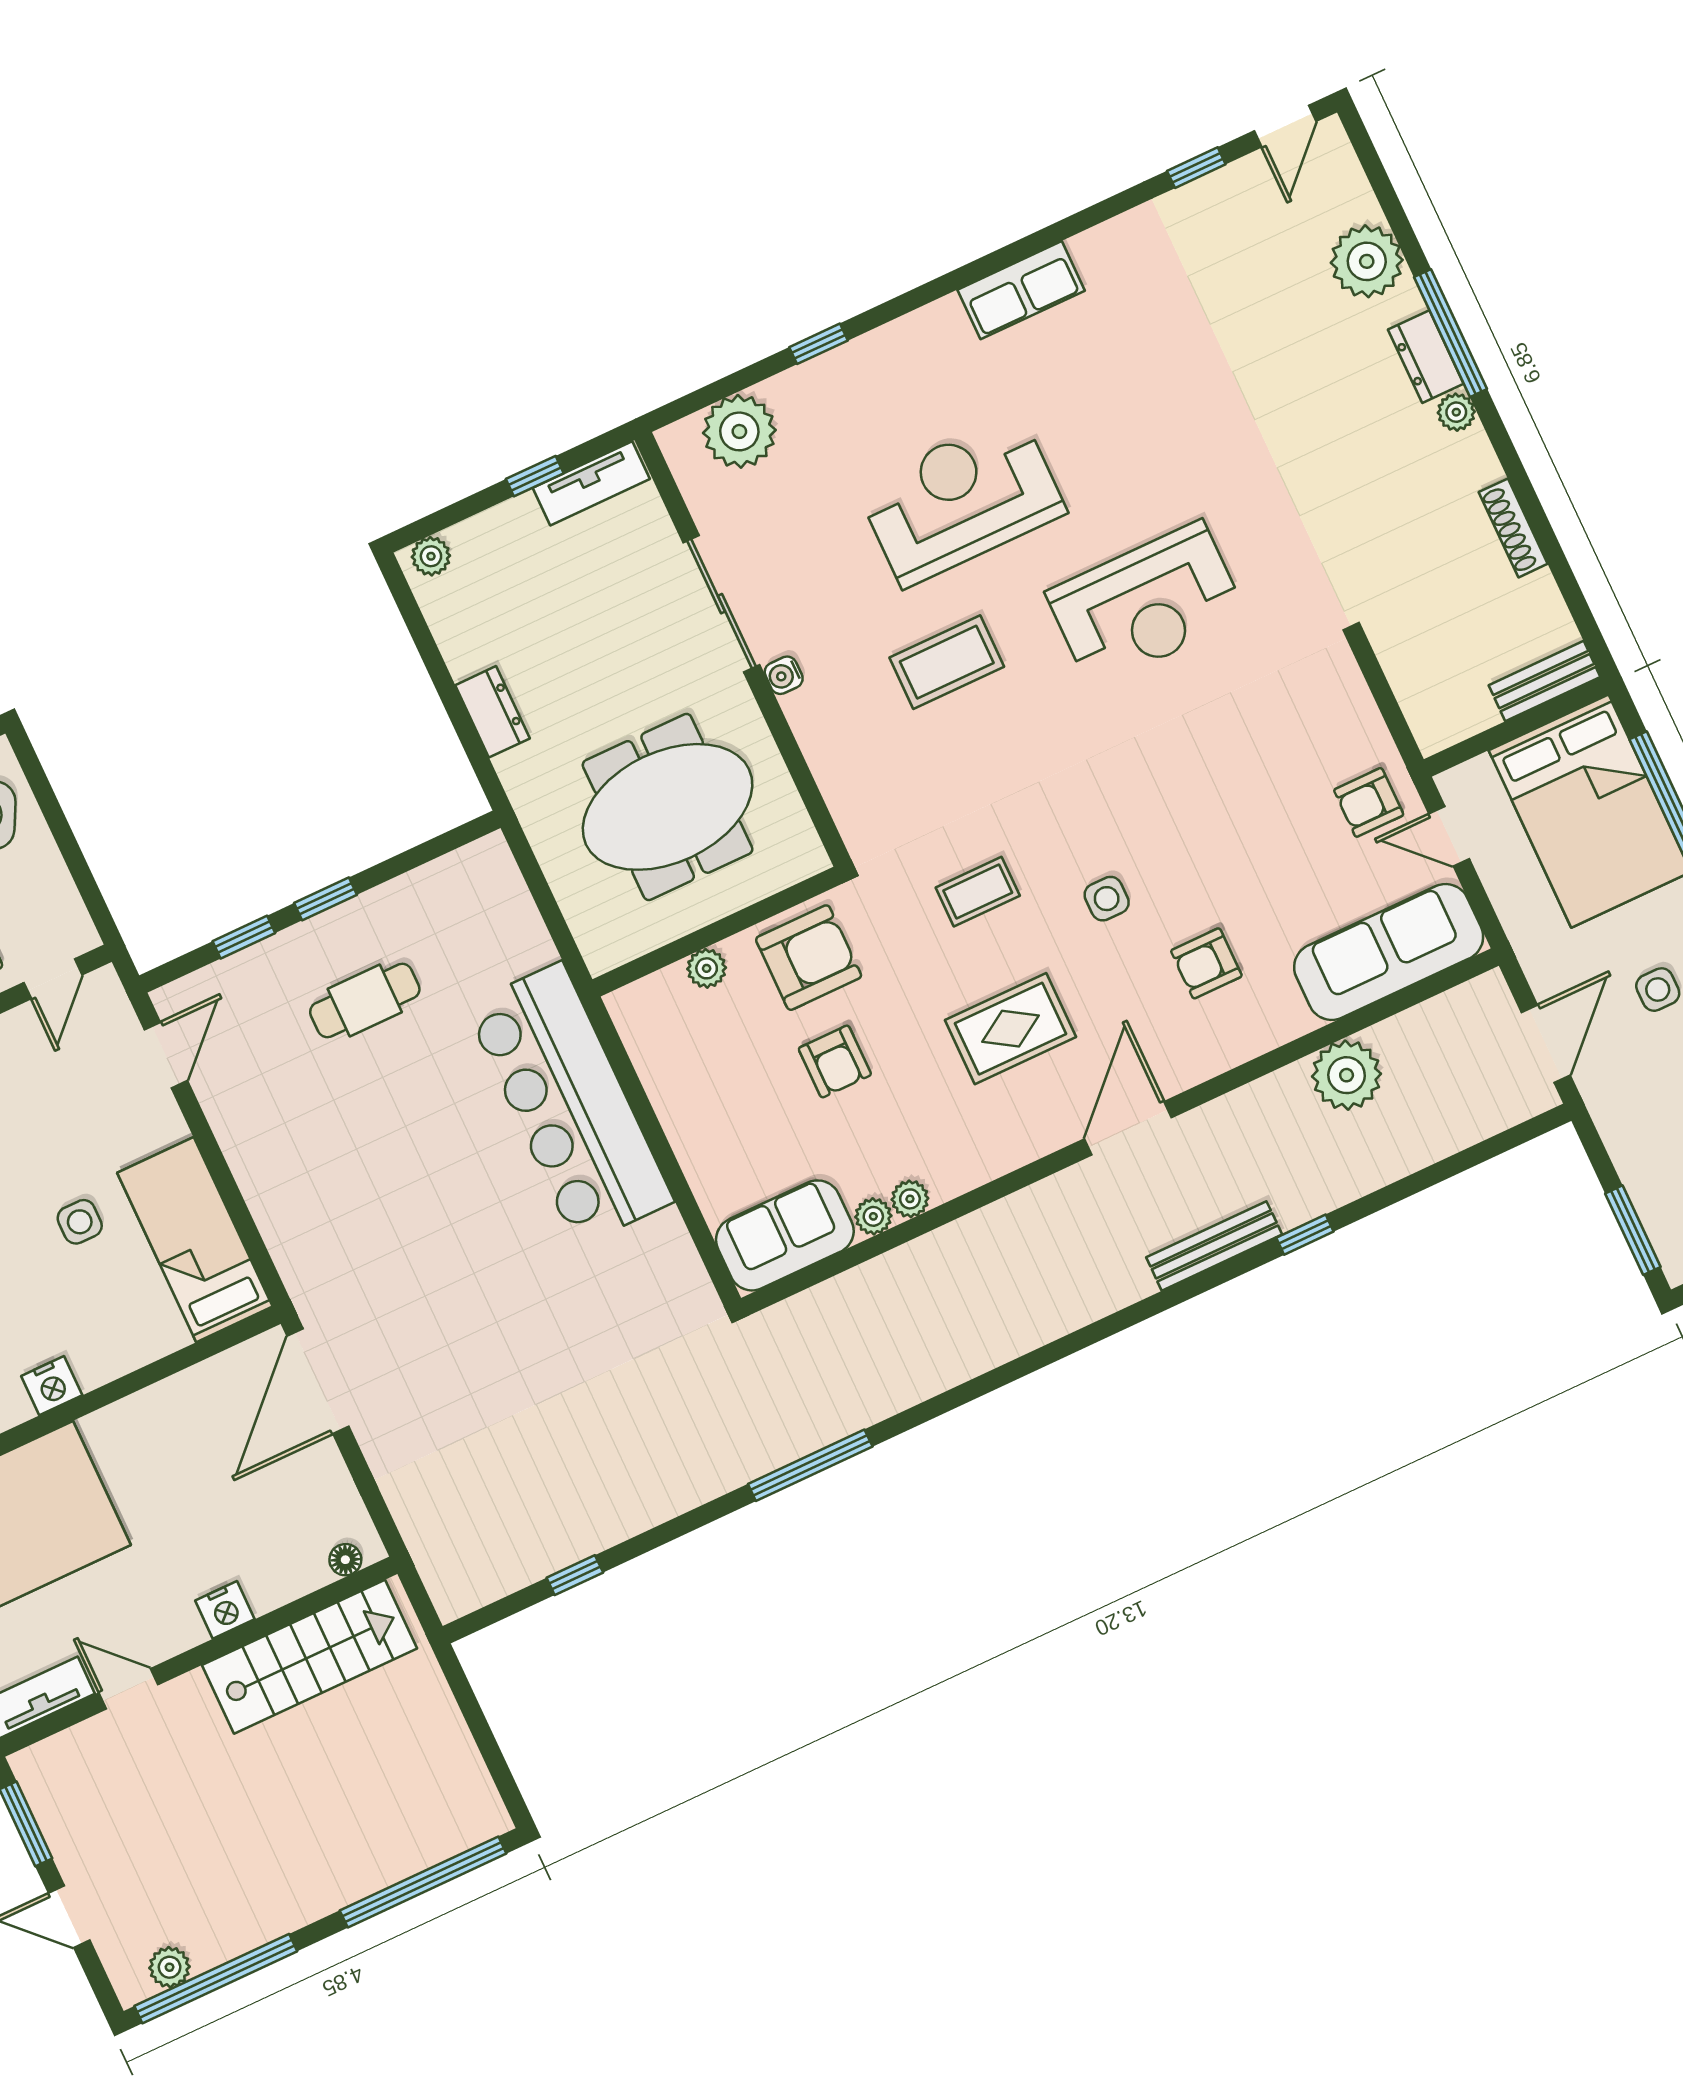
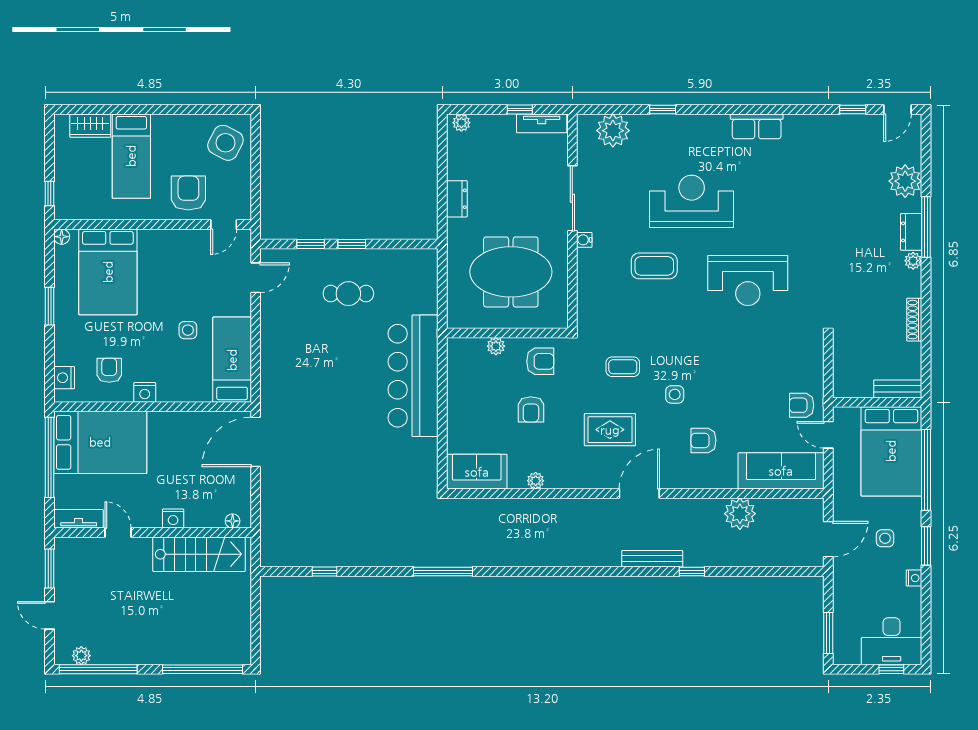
armchair: (809, 958) -> (540, 361), width x0.72, depth x0.72
plant: (873, 1216) -> (517, 481), removed

